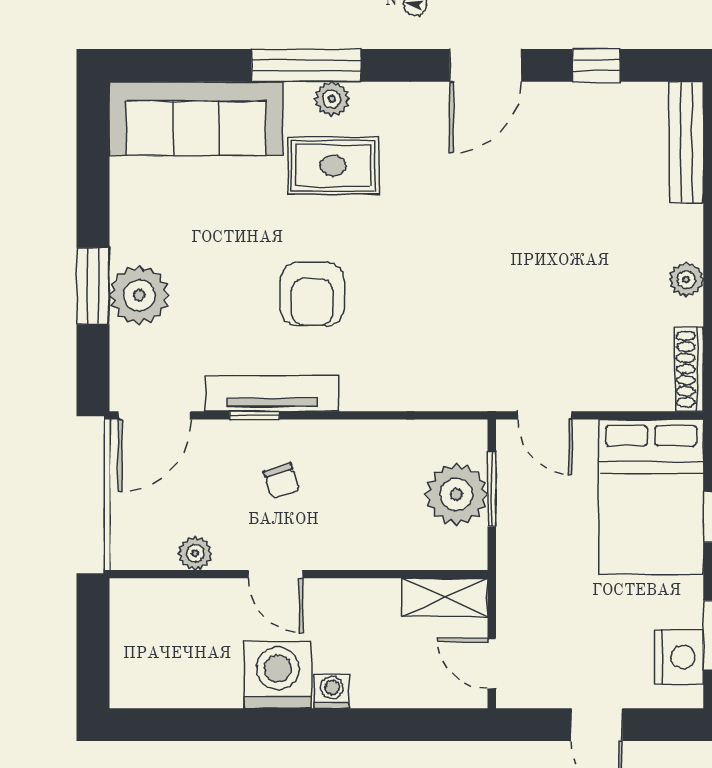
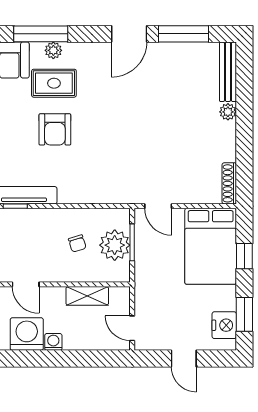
window: (596, 65) -> (184, 34), width x2.17
plant: (686, 280) -> (228, 112), moved
armchair: (312, 294) -> (55, 129), moved
chair: (281, 481) -> (77, 243), moved
shelving: (445, 598) -> (87, 296), moved

